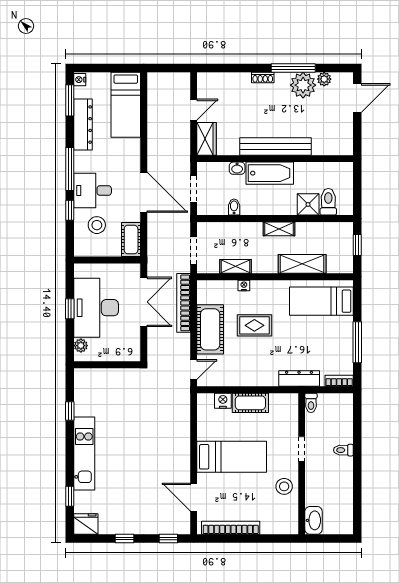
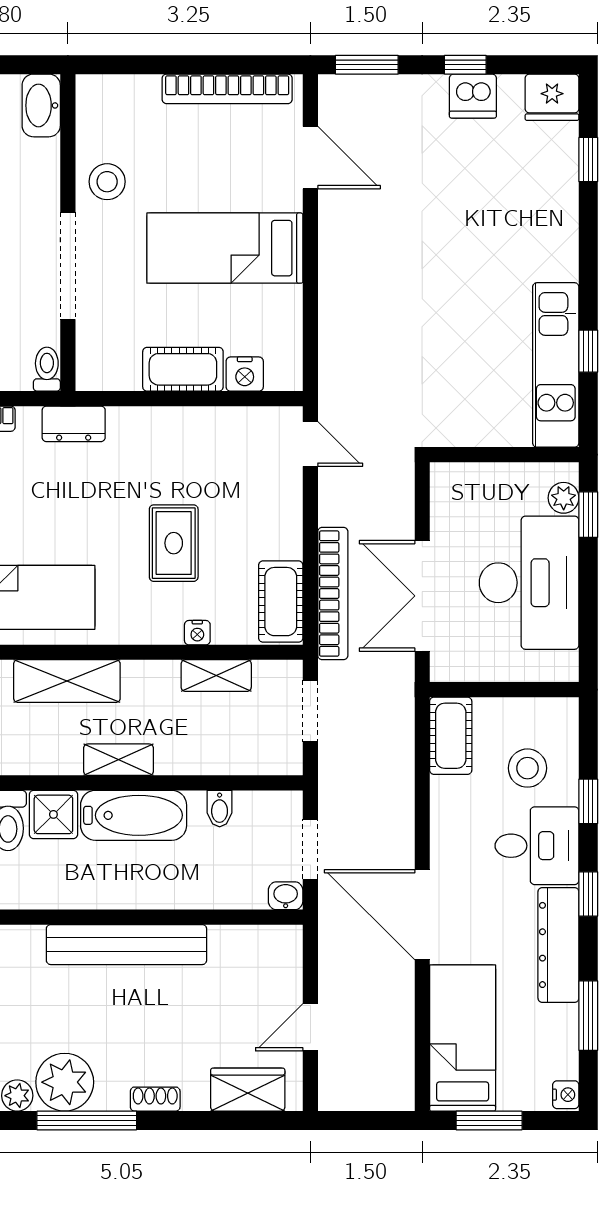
window: (114, 68) -> (489, 1120), added
window: (70, 100) -> (588, 1016), moved
dresser: (83, 125) -> (558, 945), moved
wardrobe: (206, 139) -> (248, 1090), moved, turned 90
washbasin: (237, 168) -> (286, 896), moved
window: (70, 169) -> (588, 894), width x0.46
bathtub: (270, 173) -> (134, 815), moved, turned 180
door: (144, 192) -> (422, 915), moved
window: (70, 309) -> (588, 515), moved
rug: (254, 325) -> (174, 543), turned 90
cot: (210, 329) -> (281, 602), moved, width x0.73, depth x0.75
door: (194, 369) -> (310, 444), swing flipped
dresser: (299, 378) -> (74, 424), width x0.70
doorway: (302, 449) -> (68, 266), width x1.88
kitchen unit: (84, 453) -> (556, 365), moved
dishwasher: (121, 525) -> (473, 96), added
window: (168, 539) -> (367, 65), width x1.50

